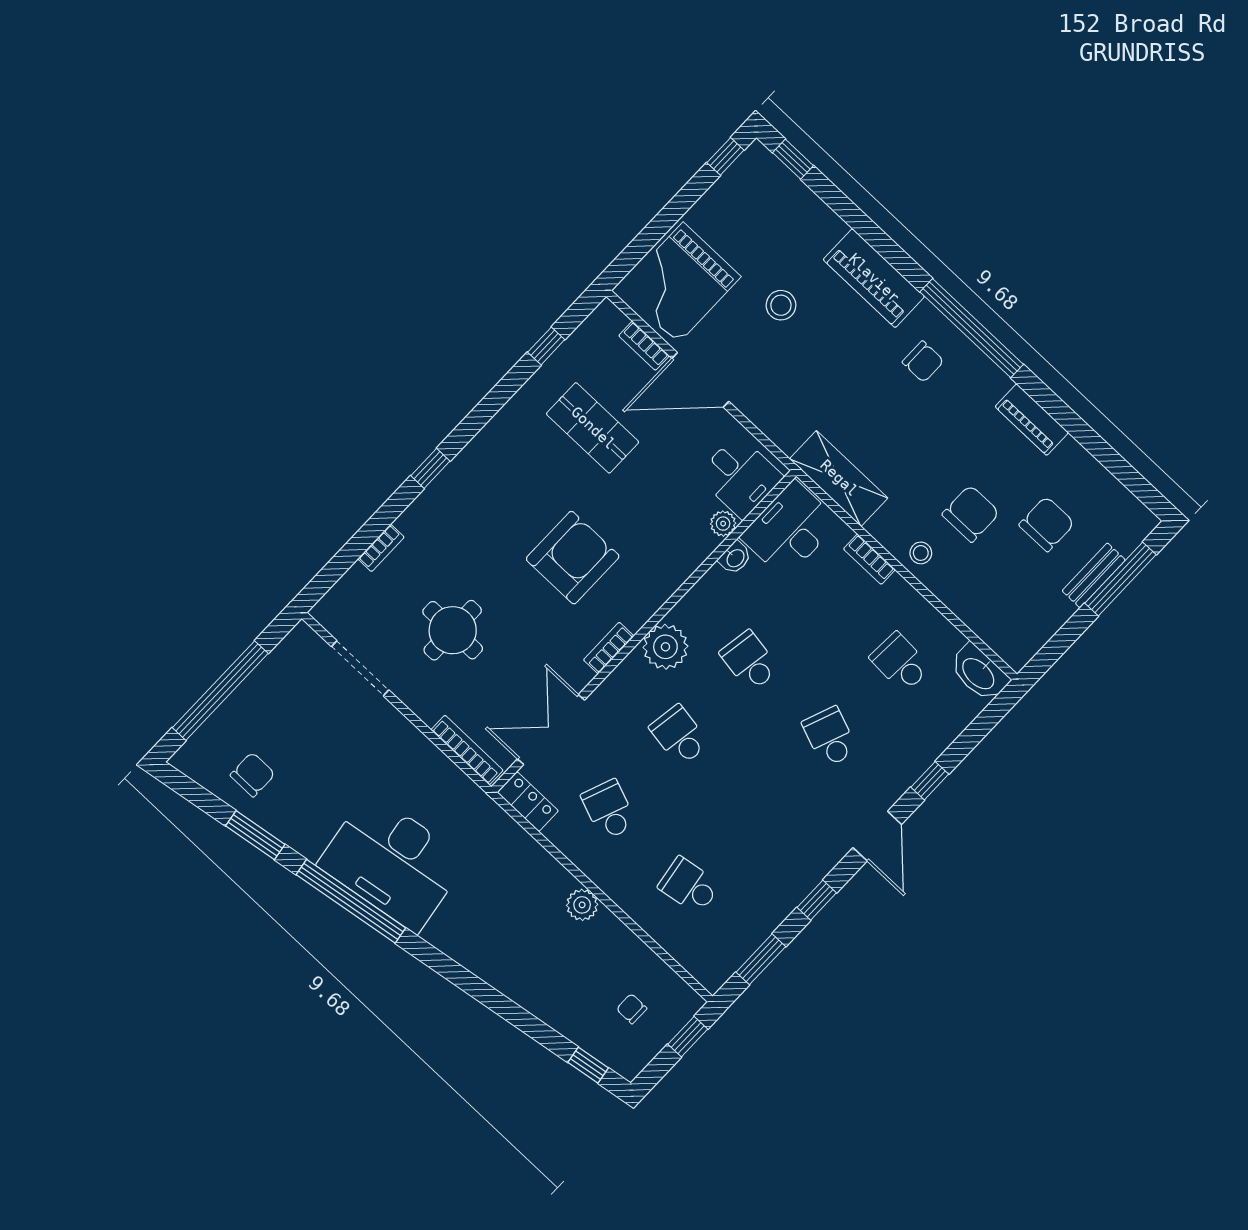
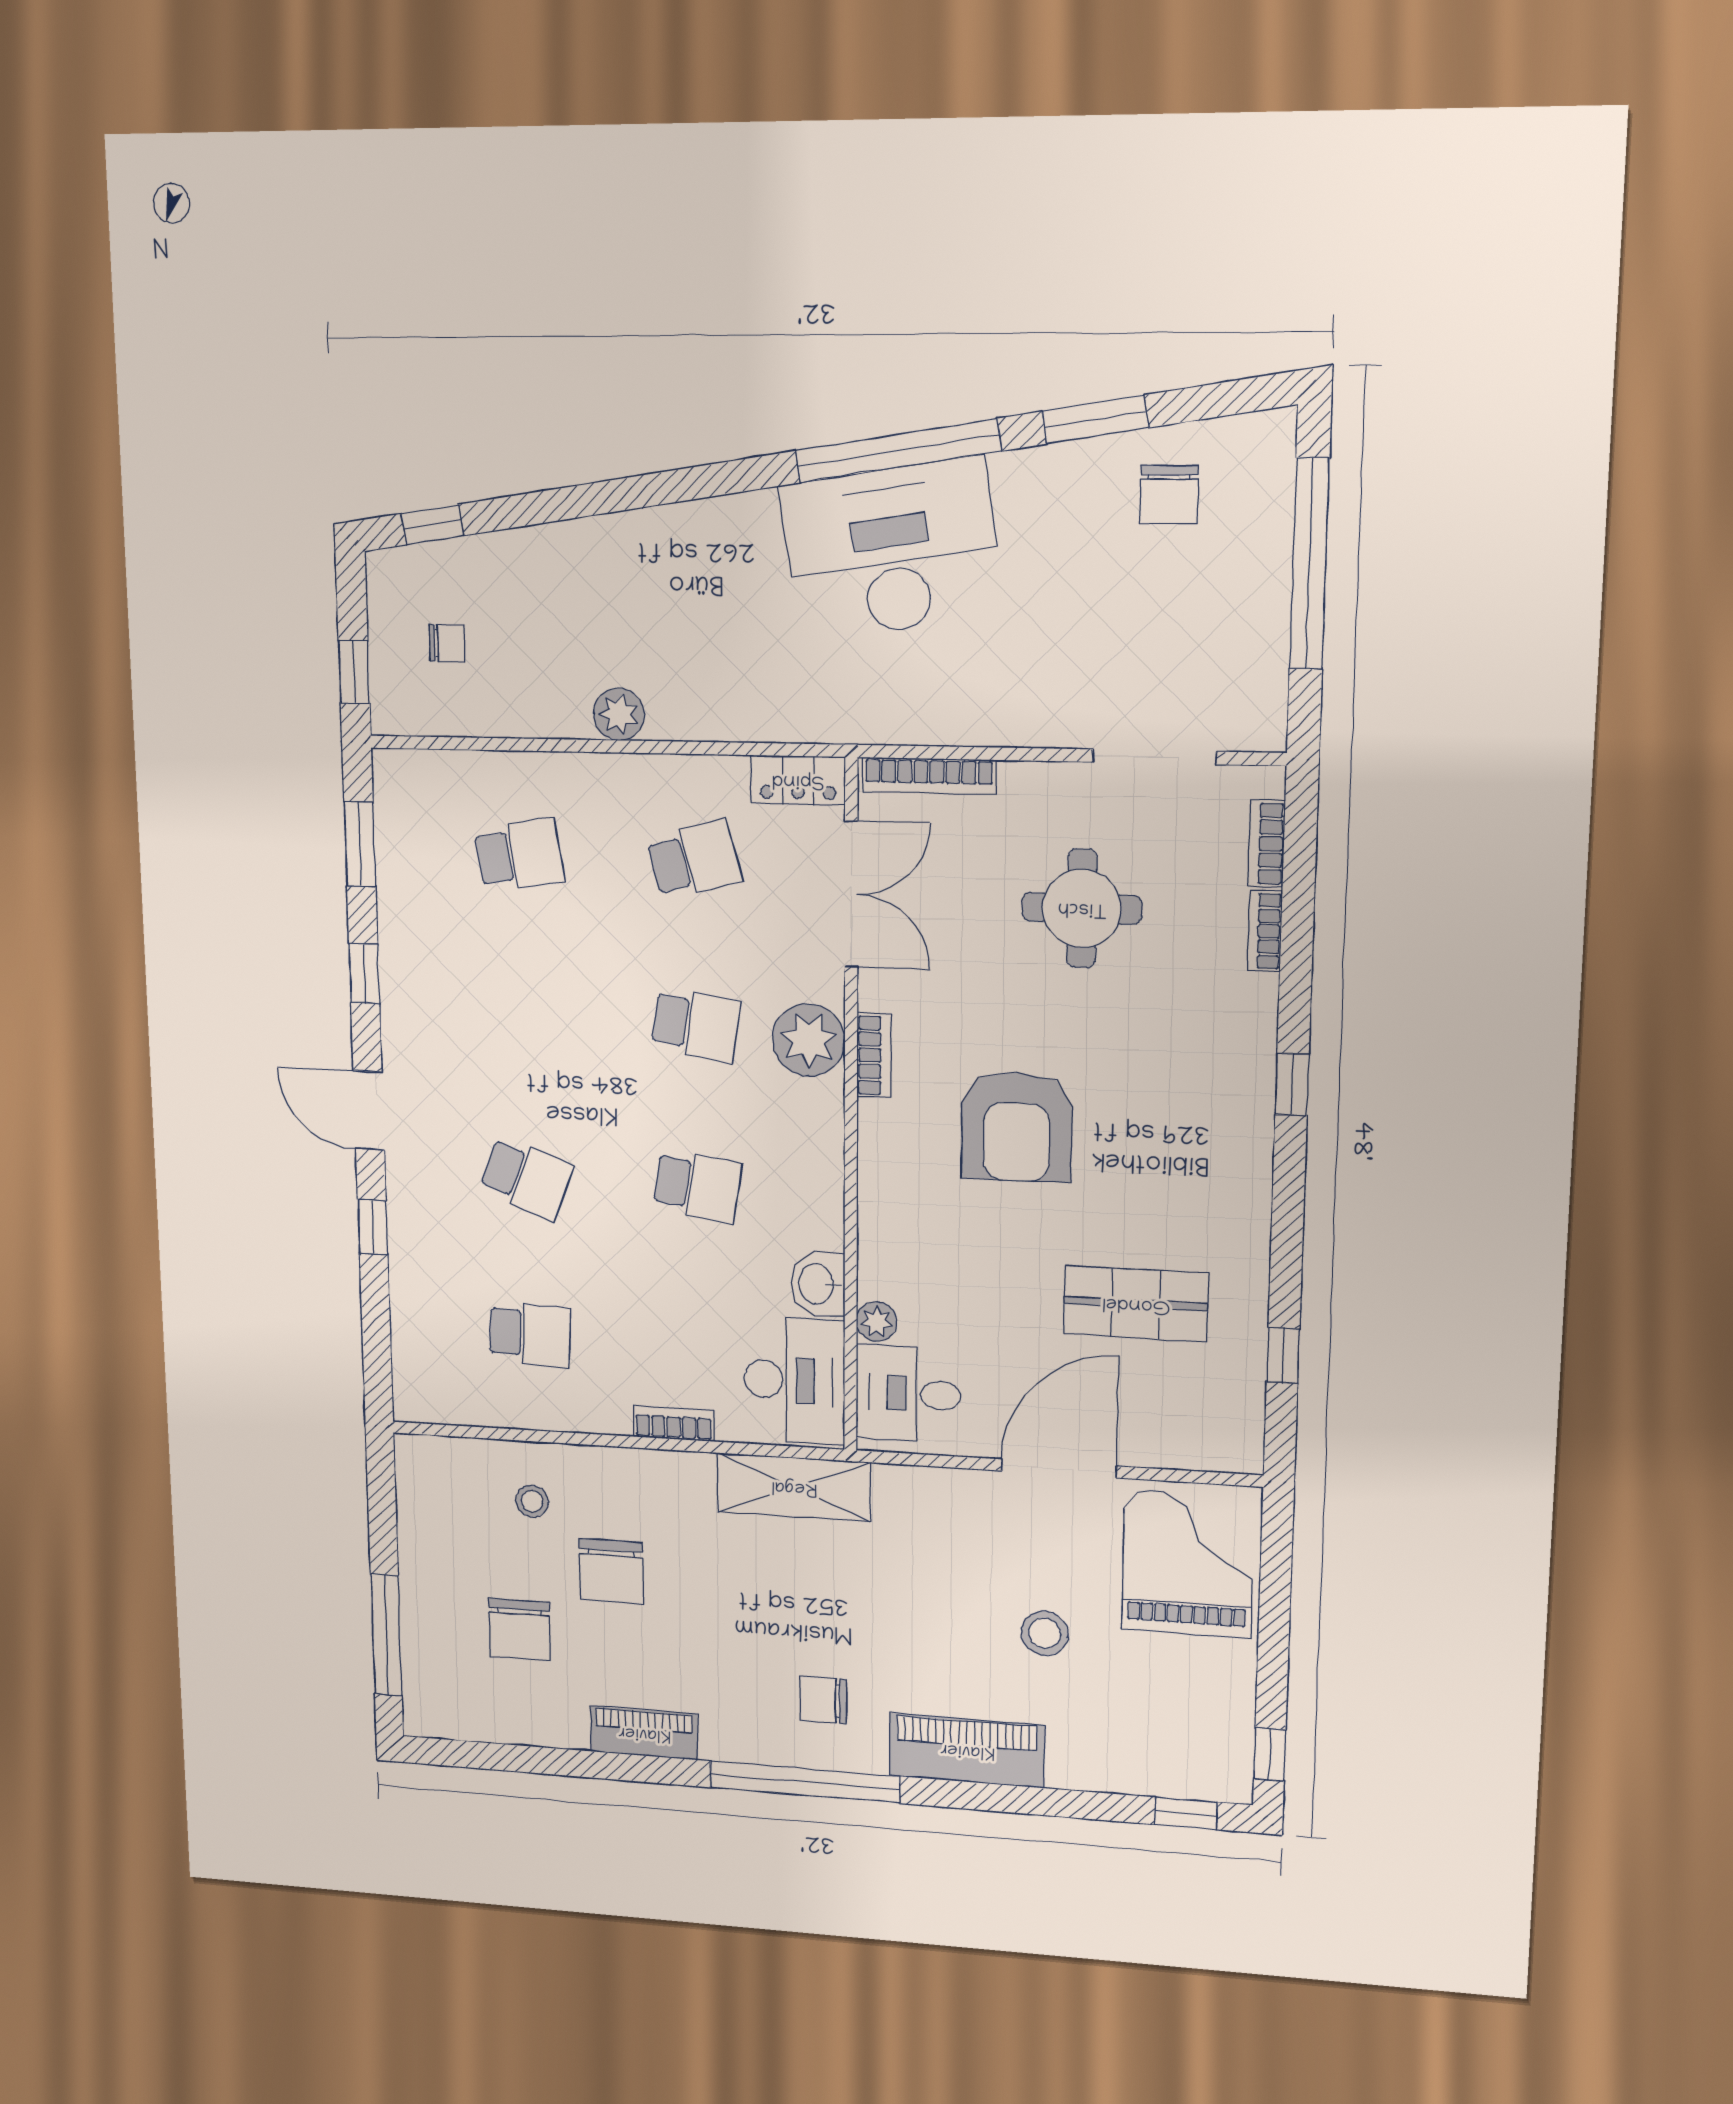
bookcase: (644, 346) -> (1267, 844), moved, turned -90
stool: (921, 553) -> (532, 1501), moved
washbasin: (735, 558) -> (818, 1284), width x1.38, depth x1.45
bench: (1094, 575) -> (418, 1615), removed
plant: (665, 647) -> (809, 1040), moved
washbasin: (979, 673) -> (435, 1398), removed
school desk: (609, 810) -> (694, 860), turned -36

